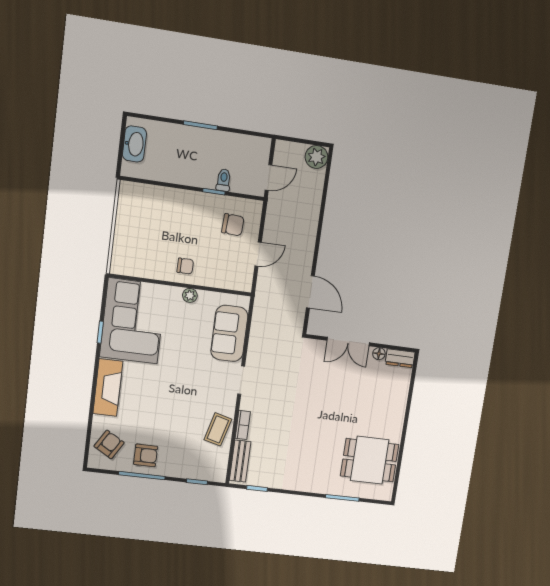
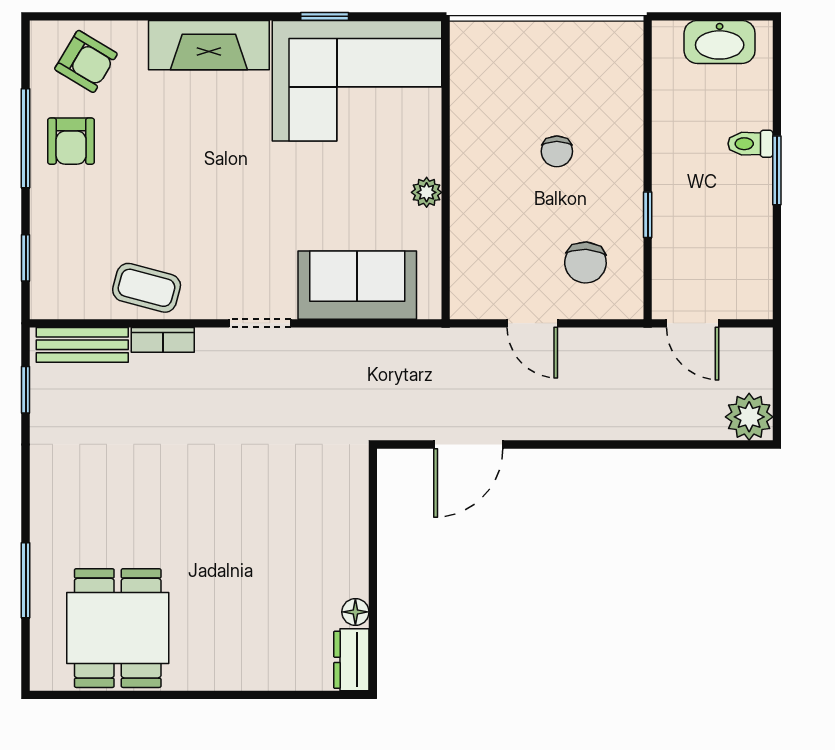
toilet: (224, 180) -> (750, 144), moved, turned 180
chair: (185, 266) -> (557, 151), moved
double door: (348, 342) -> (373, 541), removed

